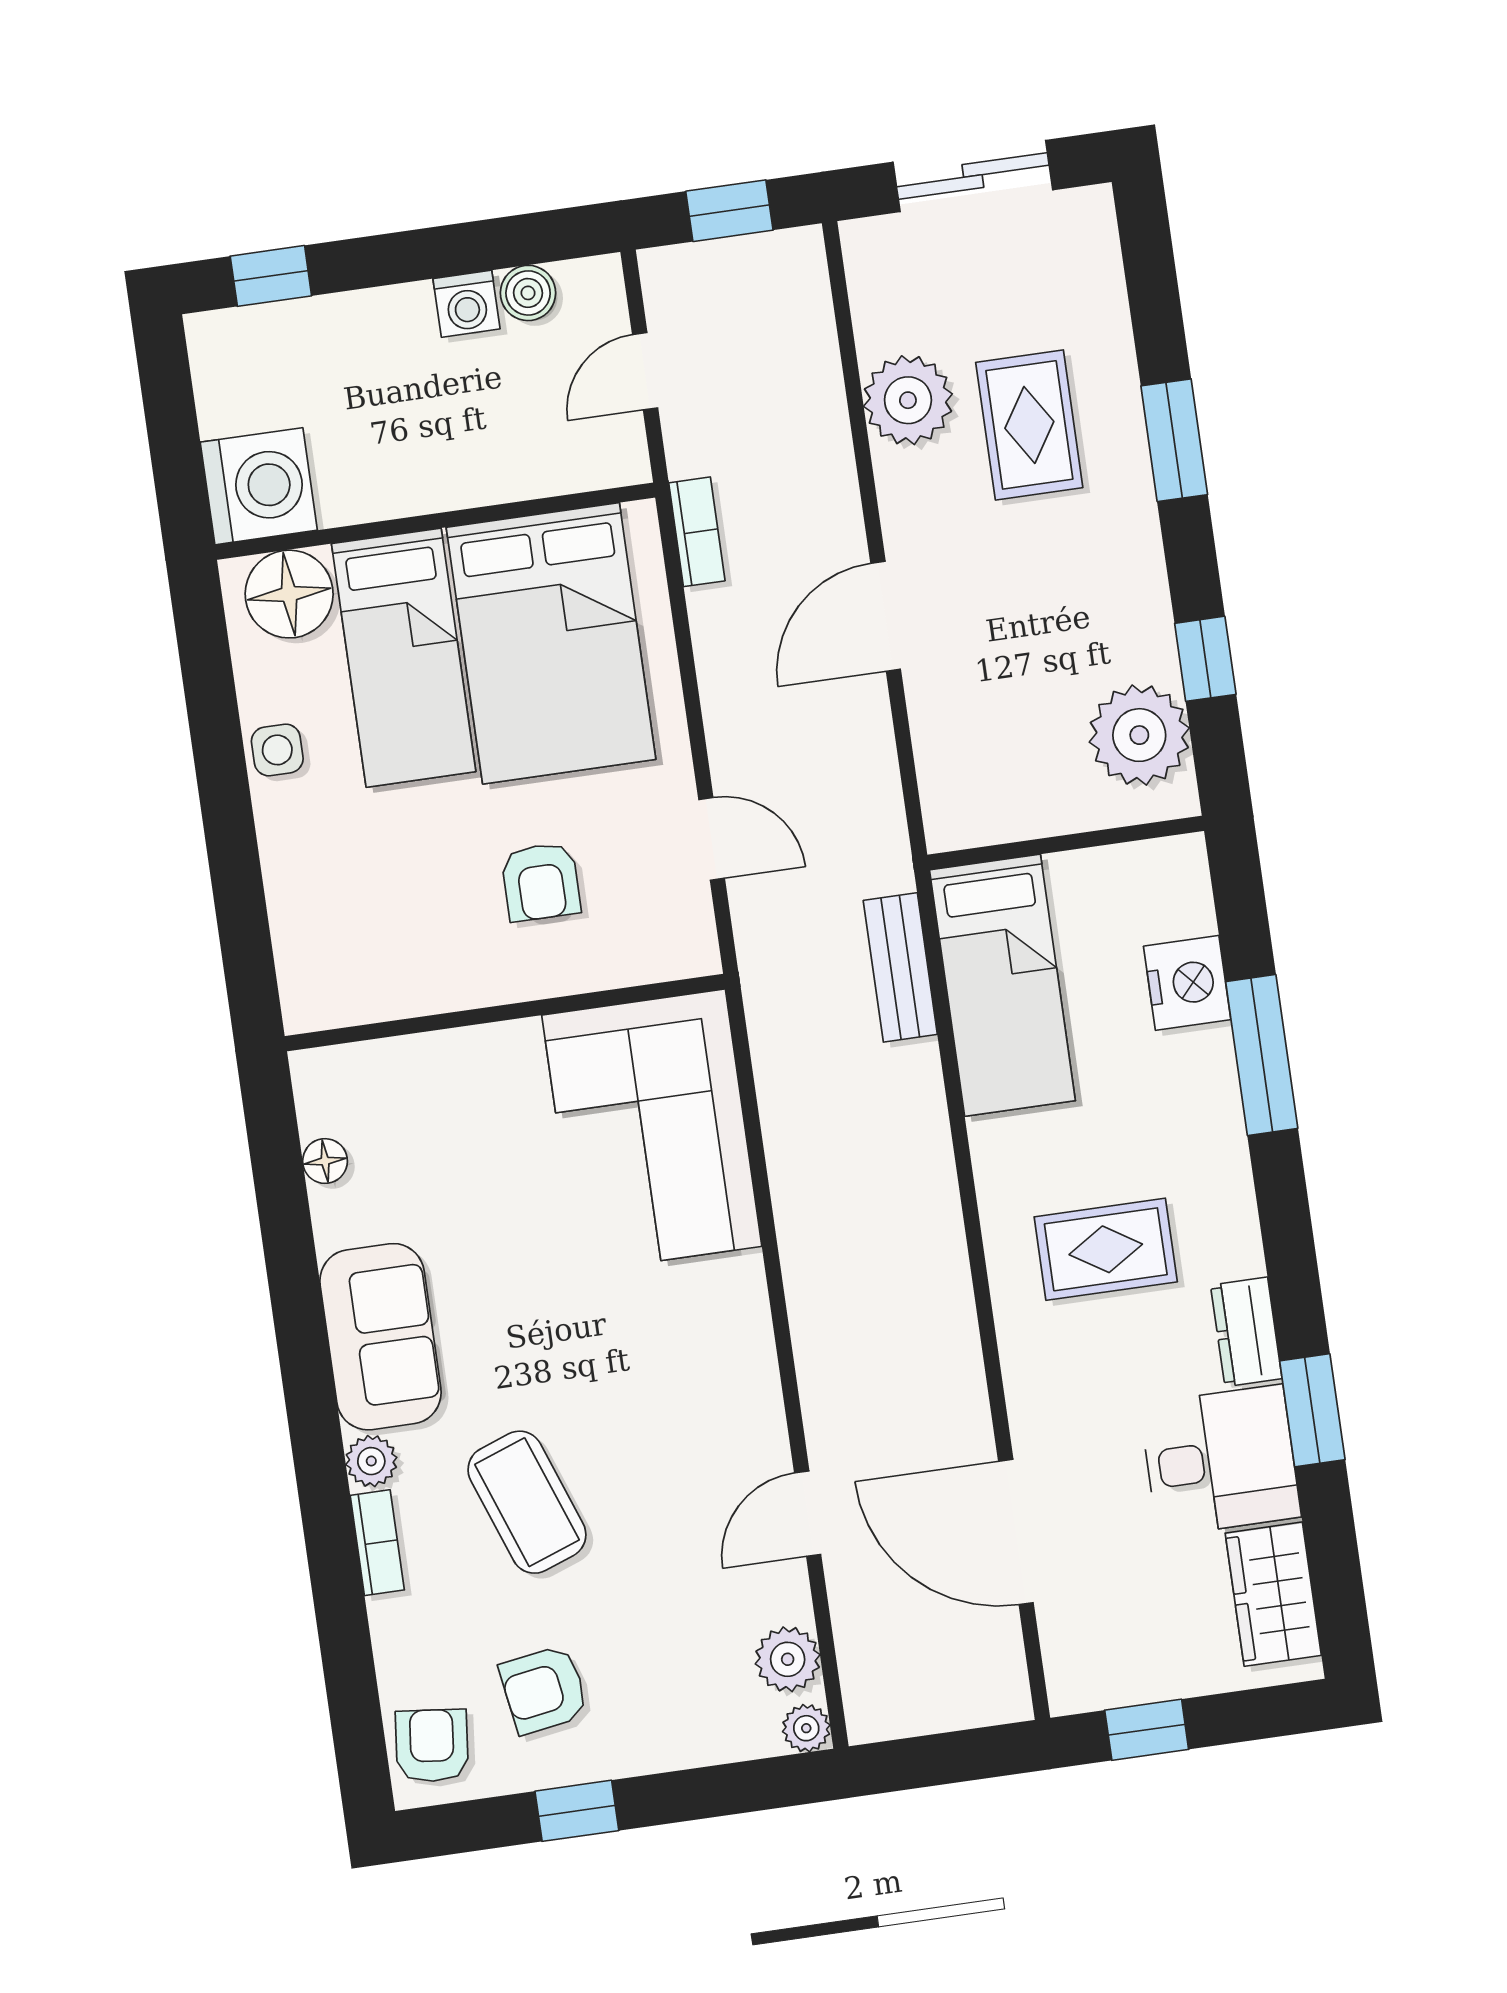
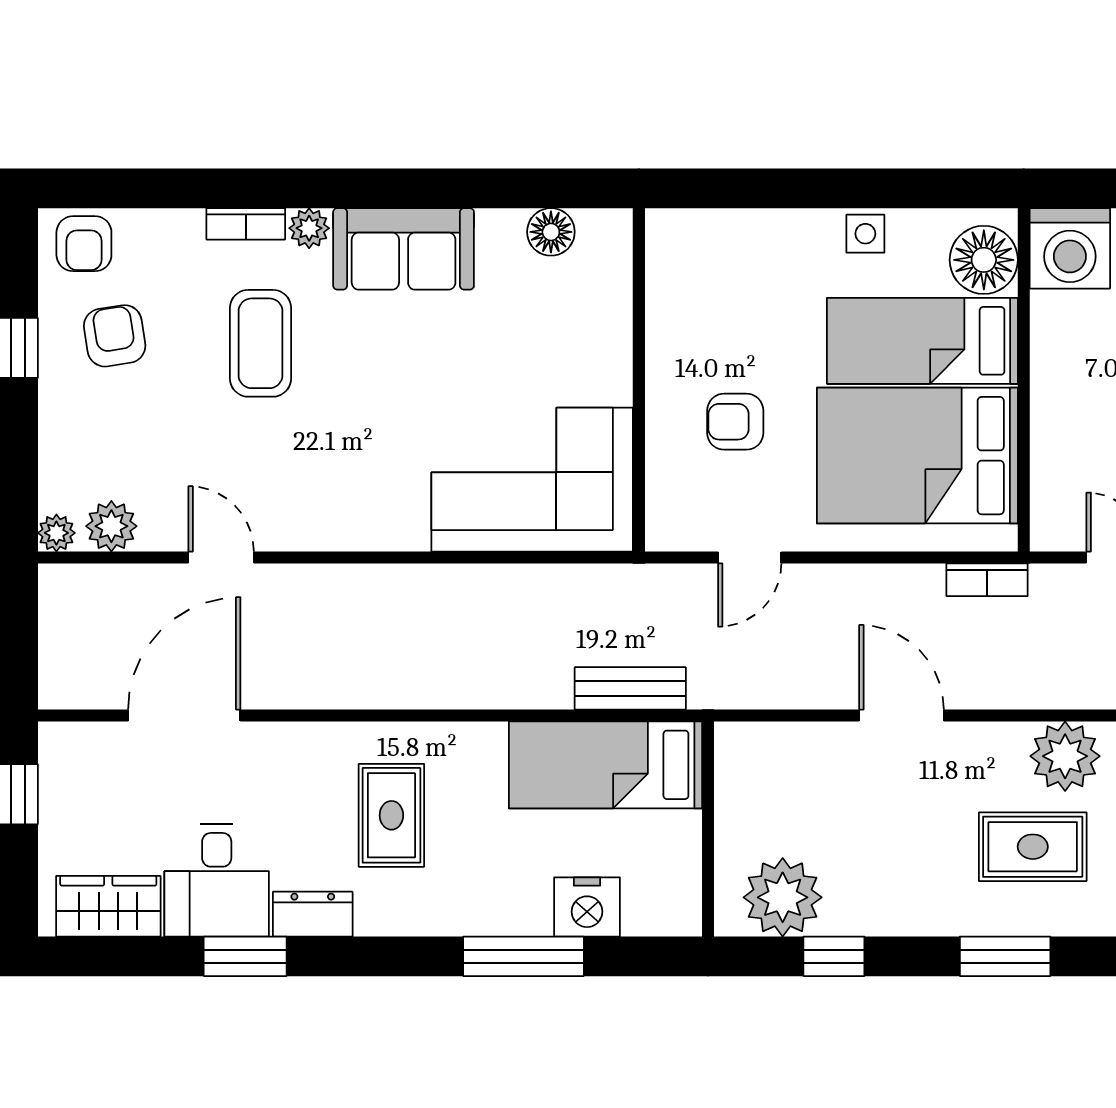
floor lamp: (325, 1161) -> (551, 232), width x1.37, depth x1.37
coffee table: (527, 1502) -> (260, 343), turned -70
armchair: (432, 1746) -> (84, 244), turned 84

